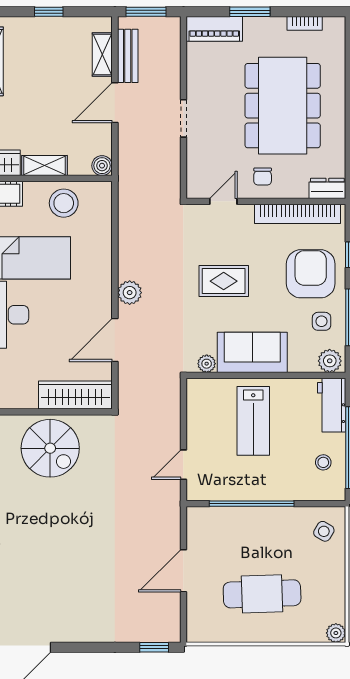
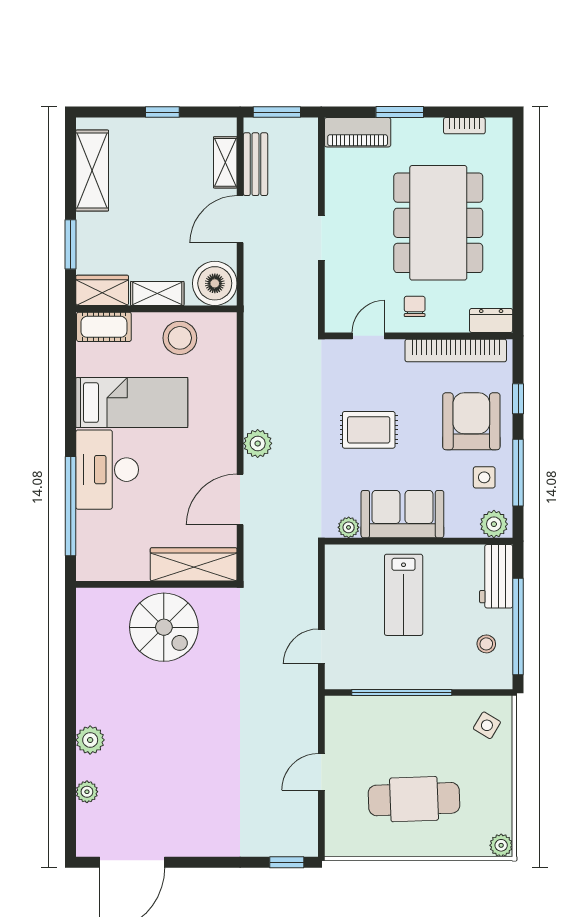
boiler: (102, 166) -> (215, 283), width x1.86, depth x1.86
chair: (263, 176) -> (415, 306), turned 180
door: (183, 571) -> (321, 772), width x0.73

